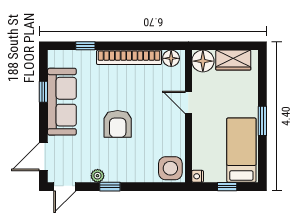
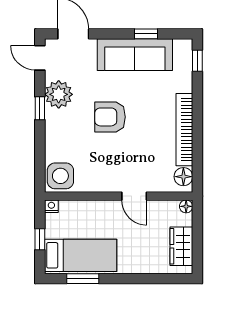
window: (85, 46) -> (197, 61), moved
floor lamp: (203, 61) -> (186, 206), width x0.53, depth x0.53
door: (188, 102) -> (134, 196), swing flipped
window: (262, 121) -> (83, 279), moved
plant: (98, 176) -> (59, 94), width x1.87, depth x1.87

